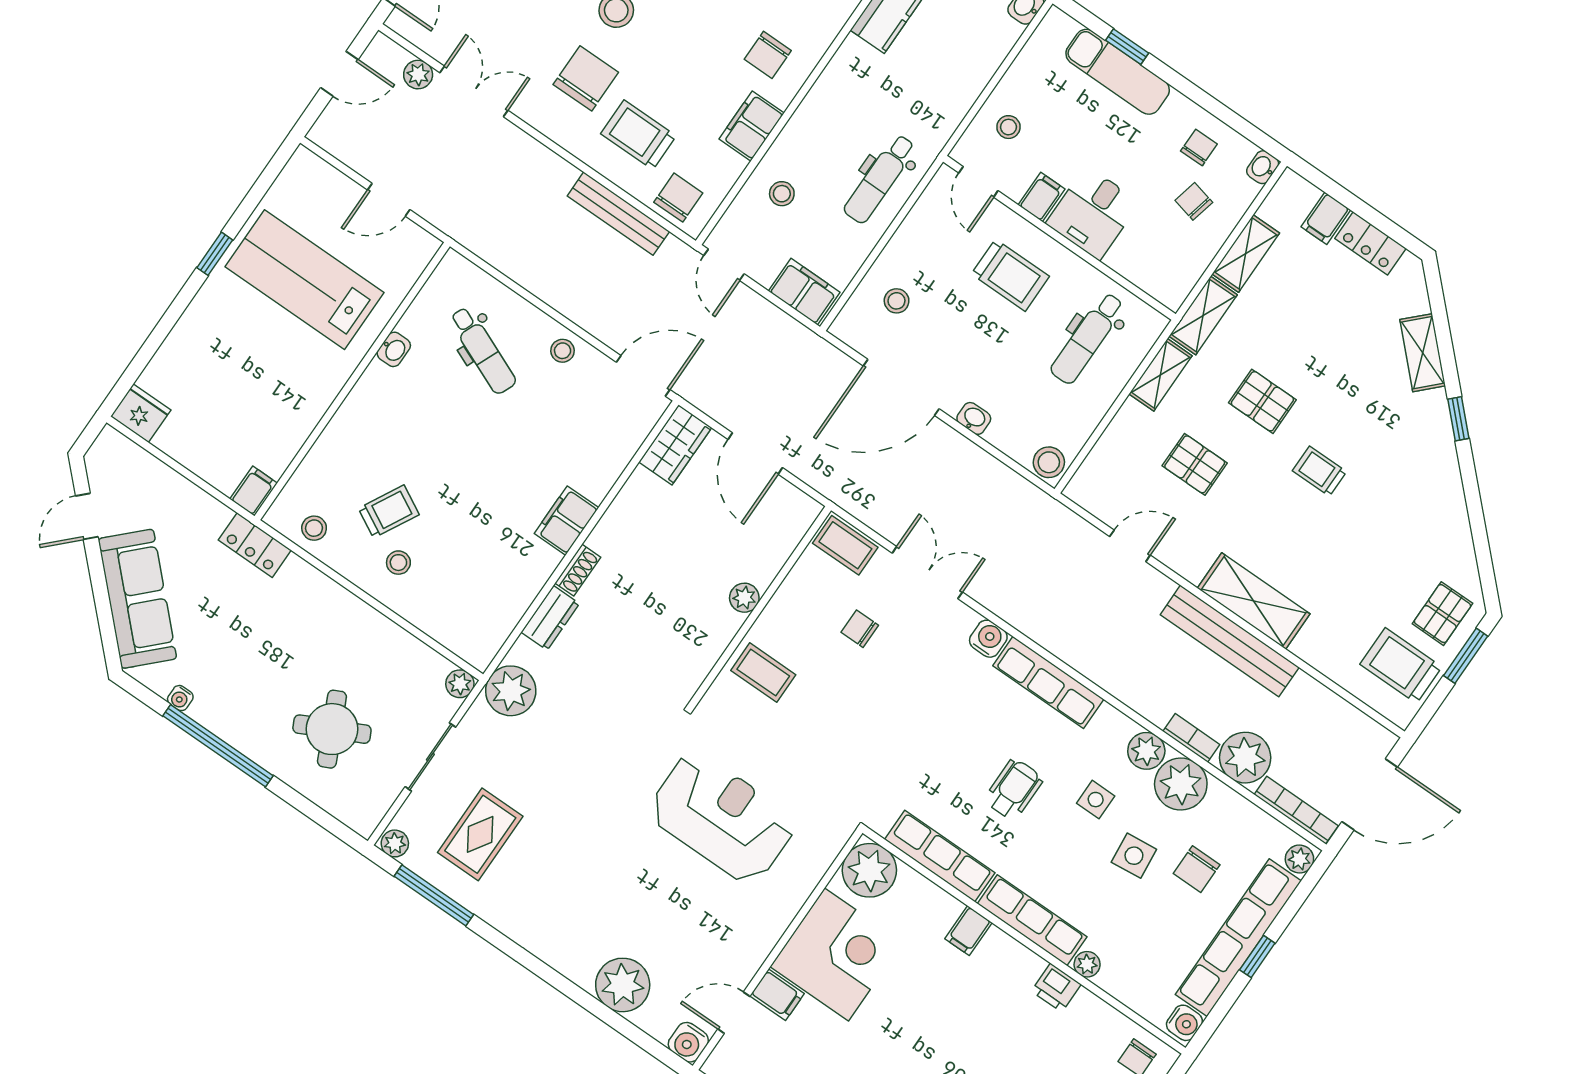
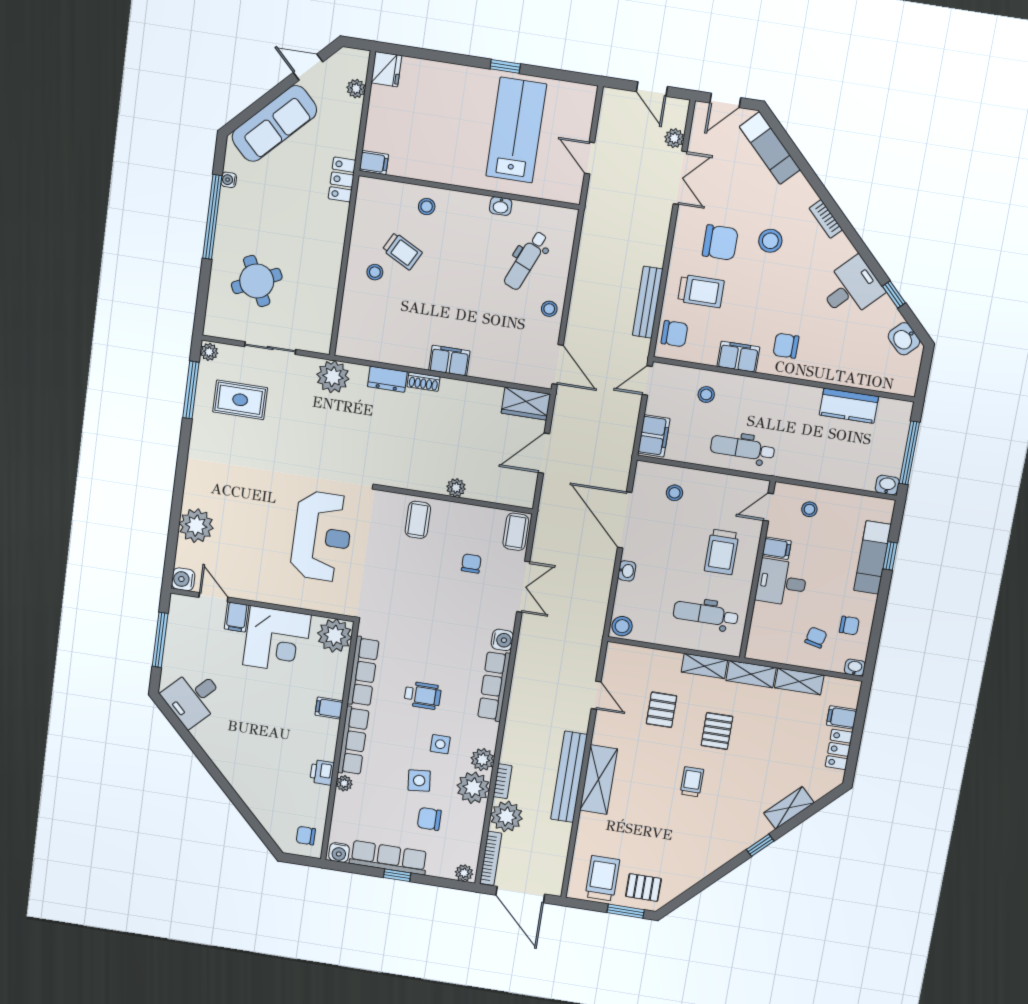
trolley: (638, 135) -> (701, 291), turned 90
stool: (314, 528) -> (427, 207), moved
plant: (460, 684) -> (356, 89), moved
row of seats: (1238, 938) -> (389, 858), width x0.73

